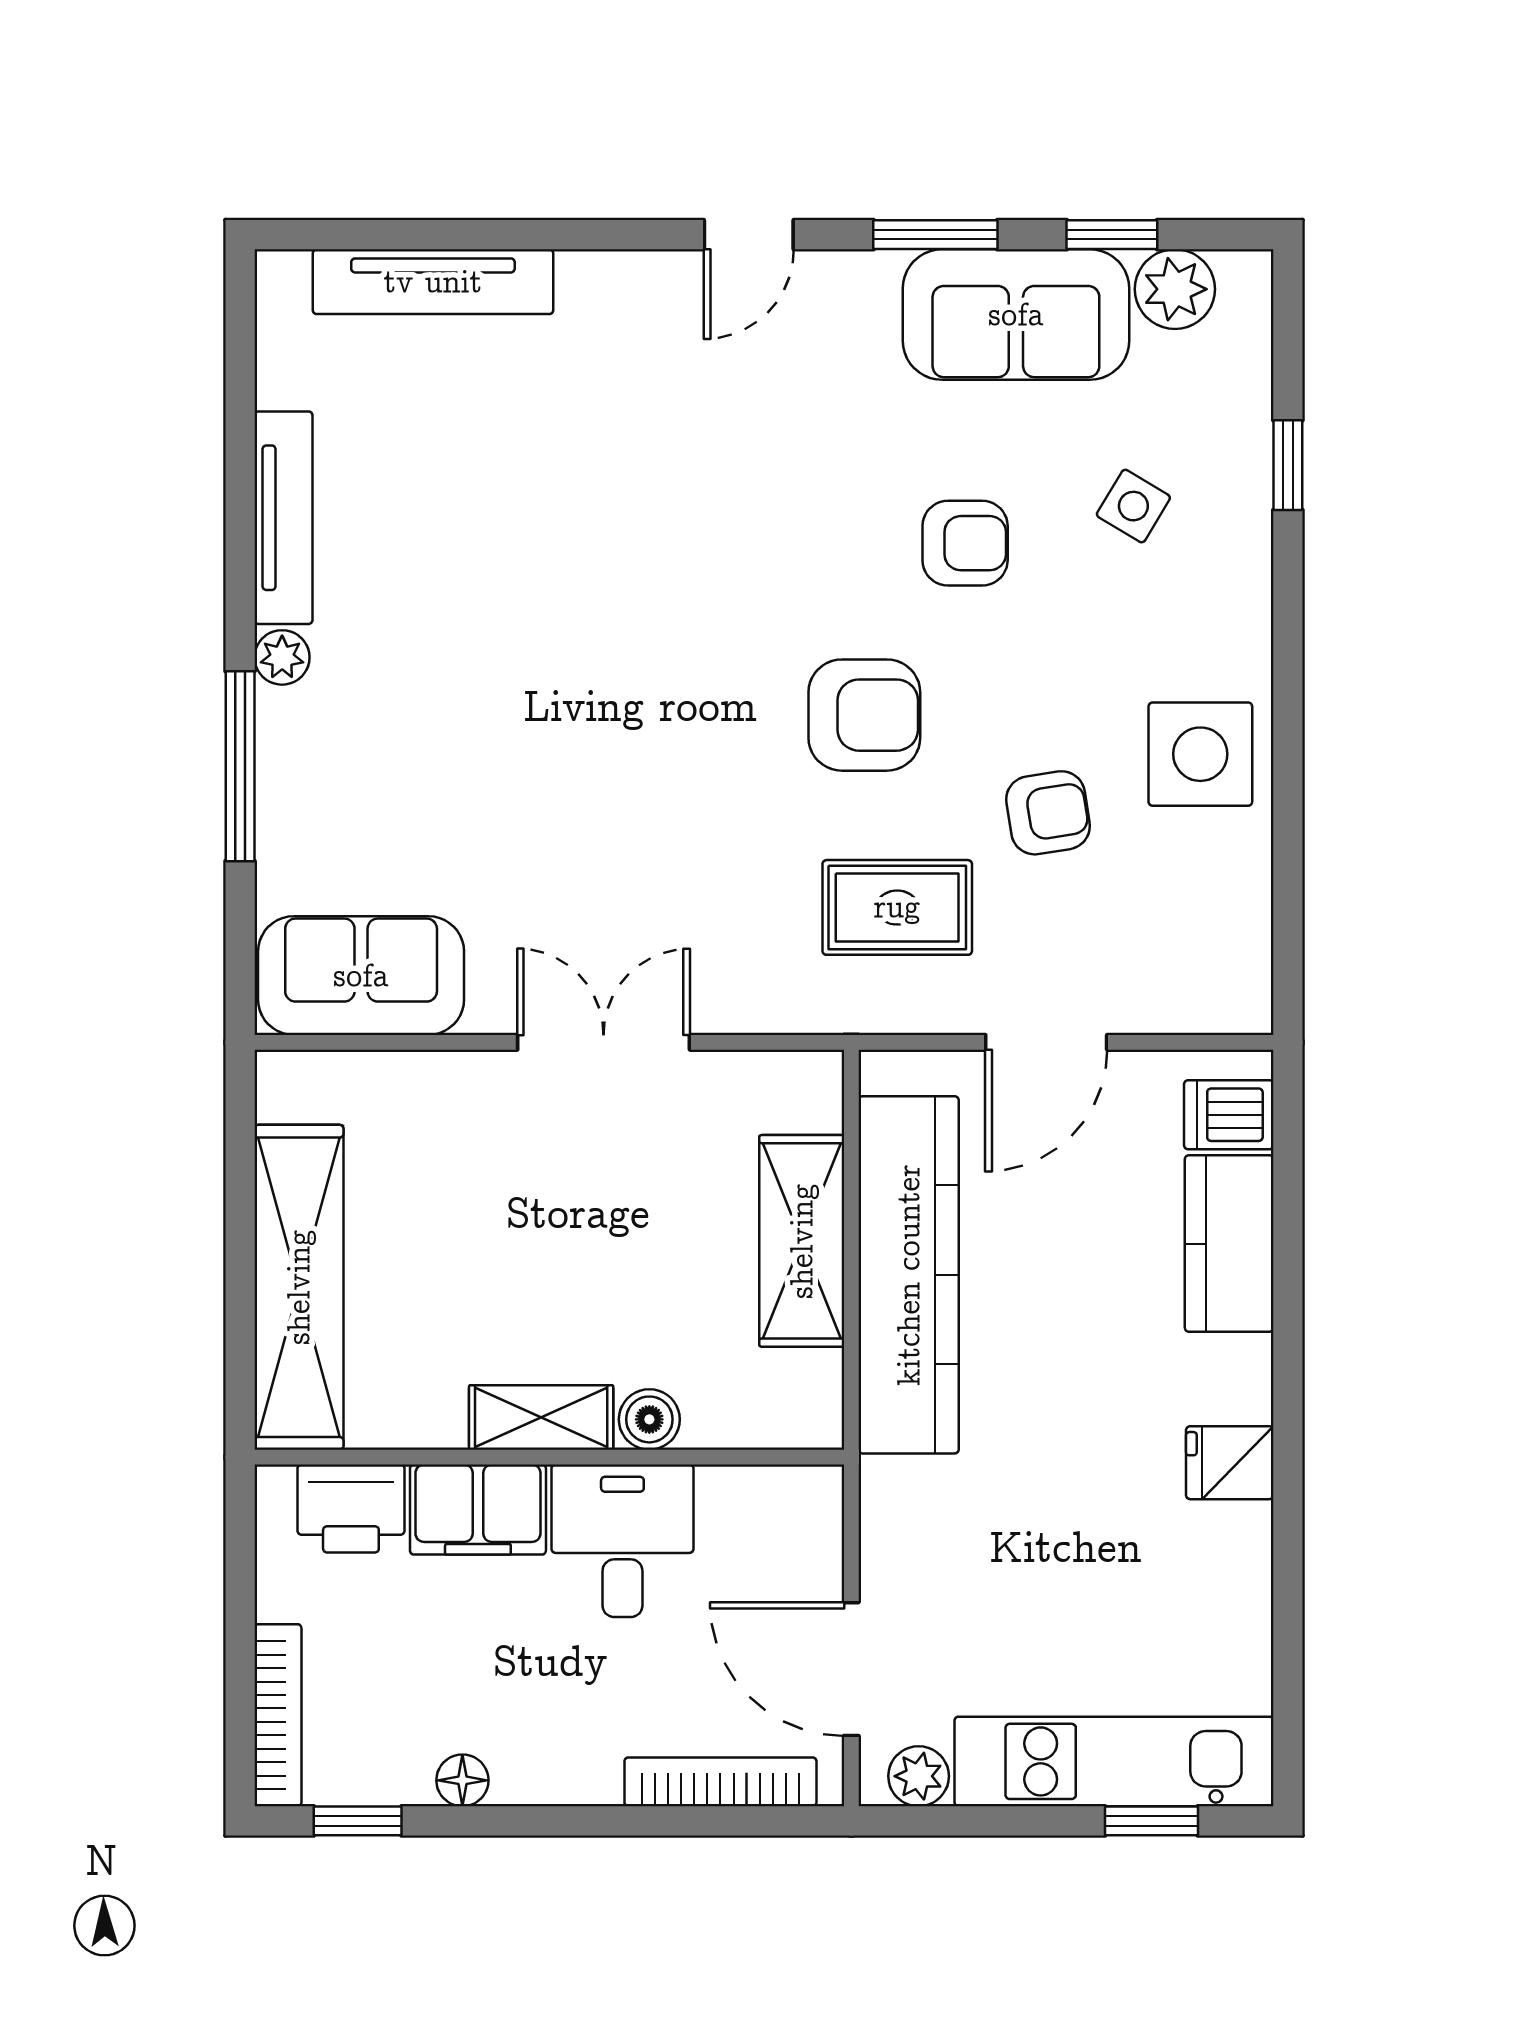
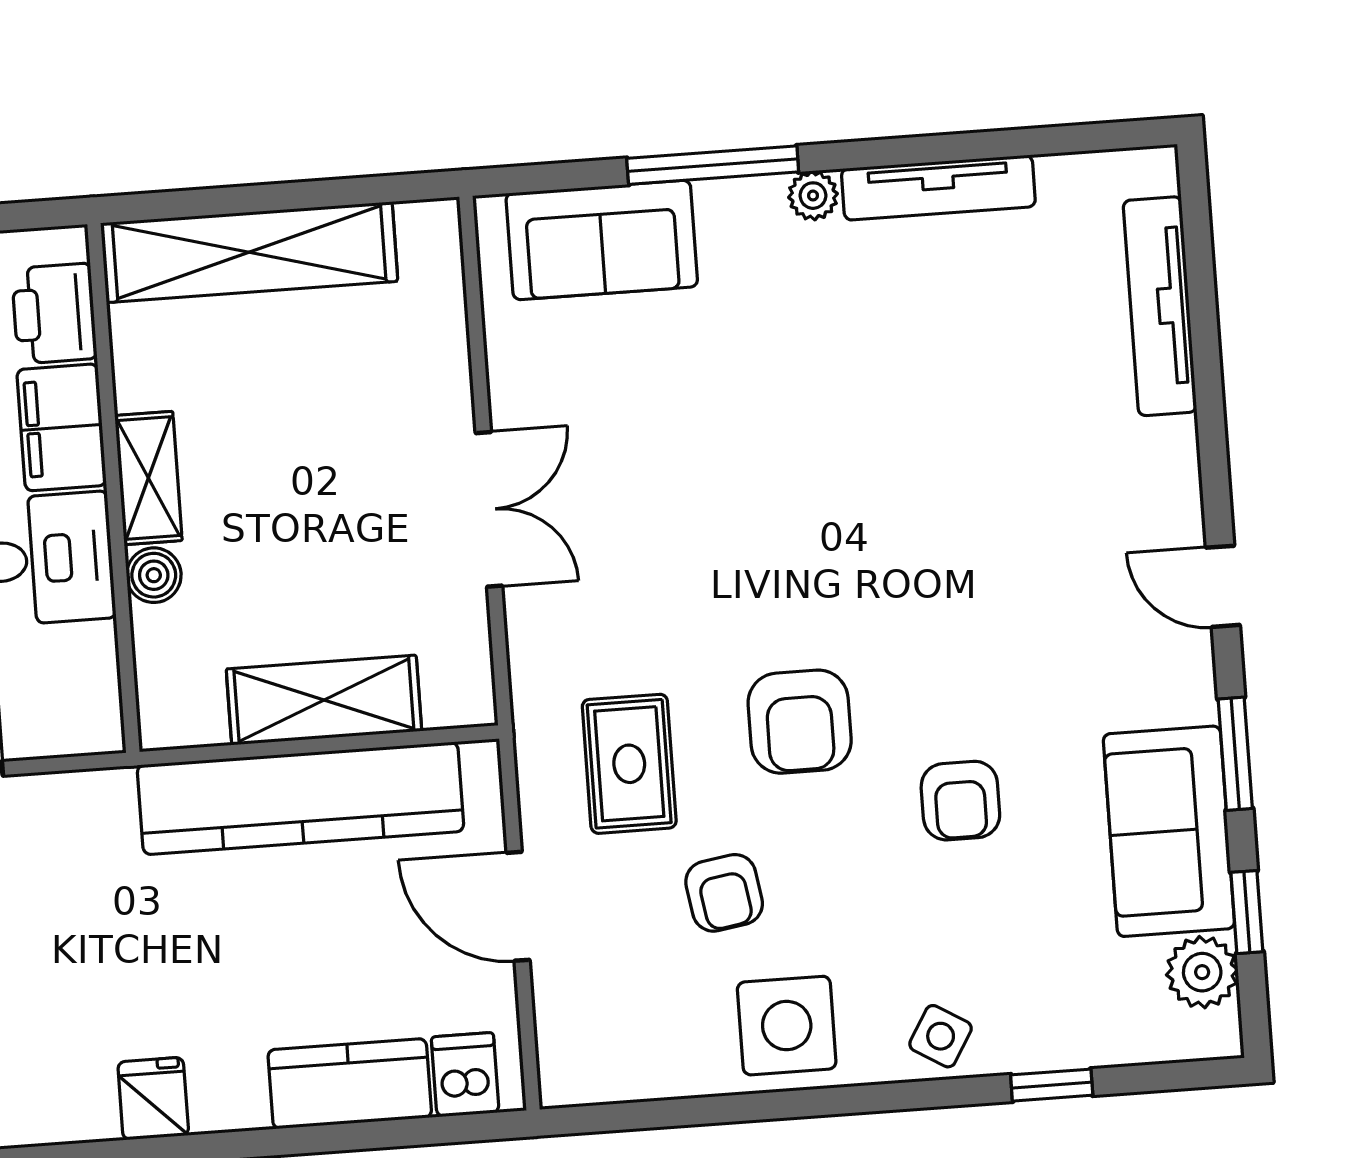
side table: (1133, 506) -> (941, 1036), moved
sofa: (361, 976) -> (602, 240), moved, turned 90

